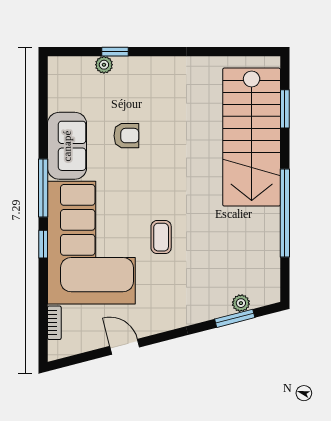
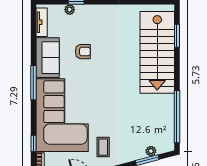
tv unit: (57, 86) -> (42, 22), added
window: (285, 213) -> (177, 117), moved
coffee table: (161, 237) -> (103, 147), moved
window: (43, 244) -> (33, 143), moved

